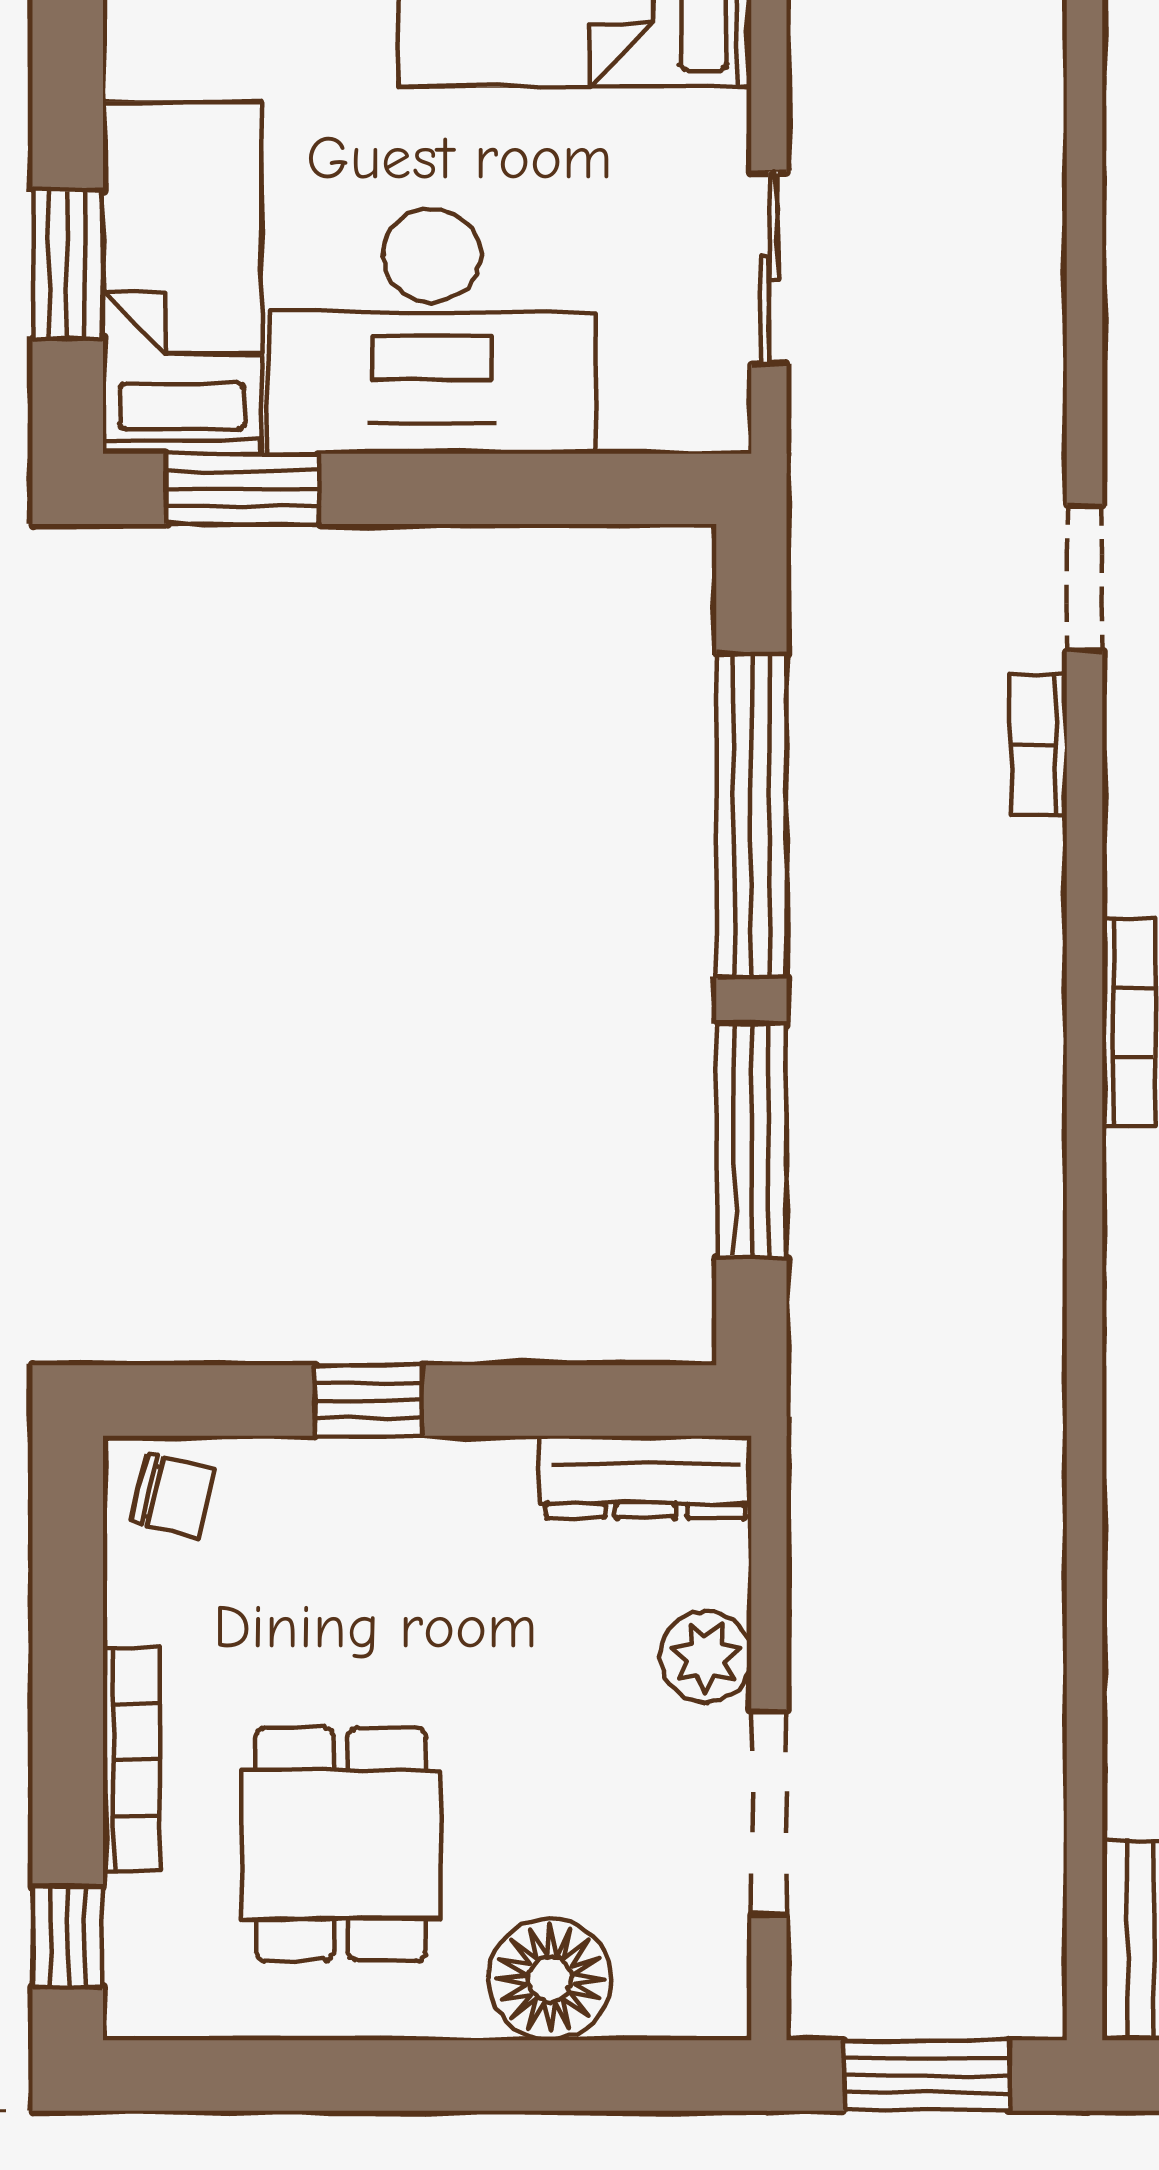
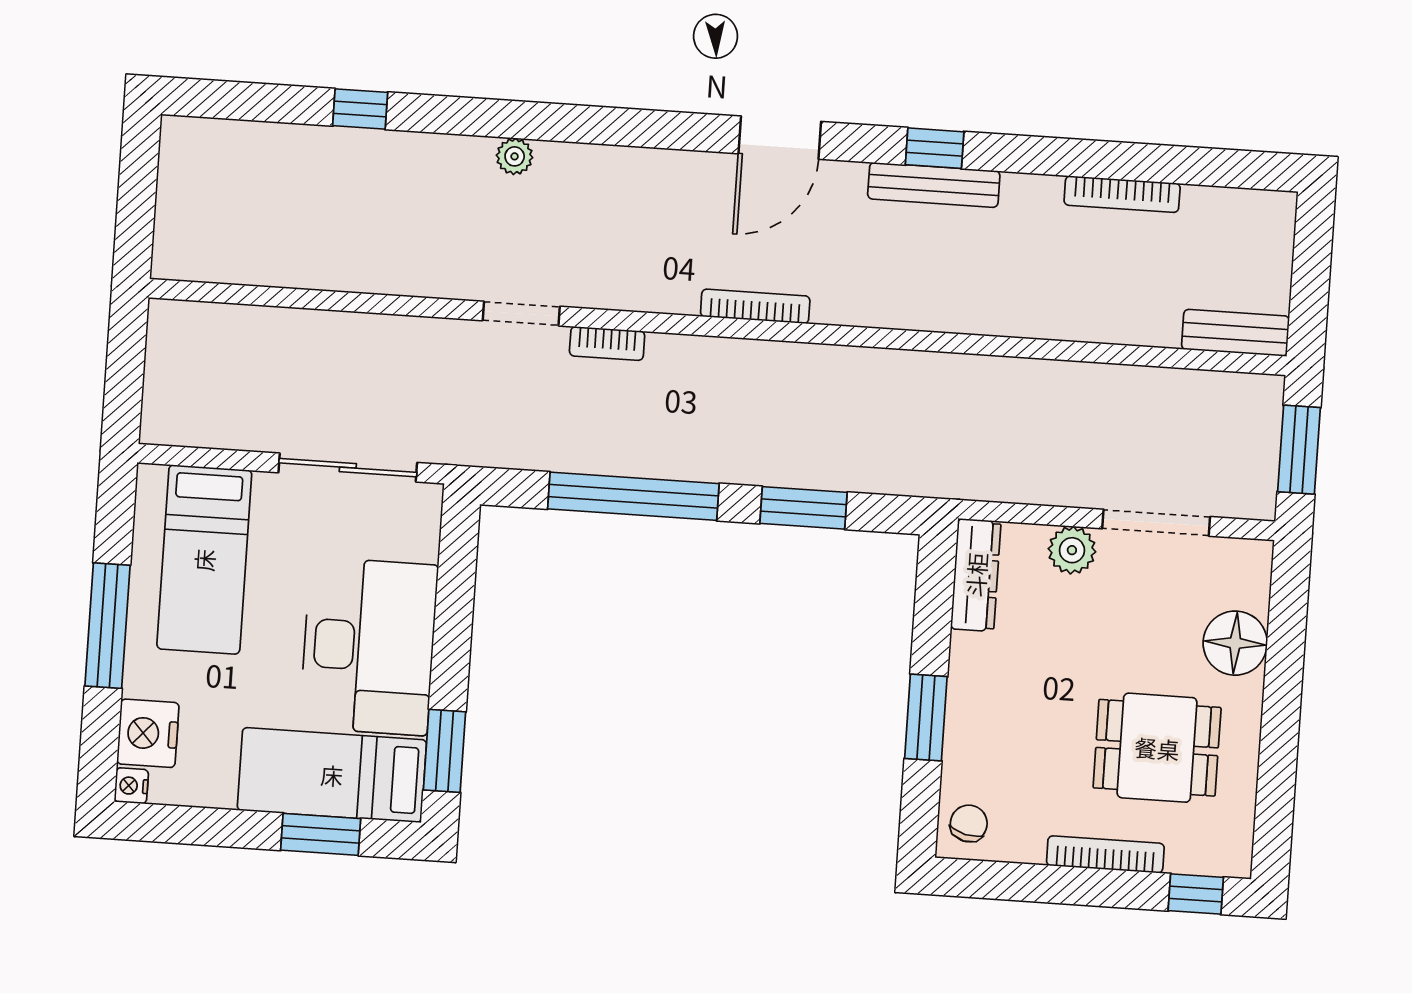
sliding door: (769, 268) -> (348, 468), width x1.37
window: (751, 1140) -> (804, 508), width x0.69
window: (368, 1401) -> (926, 718), width x1.50

